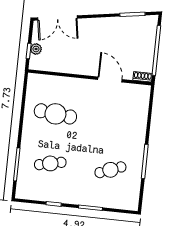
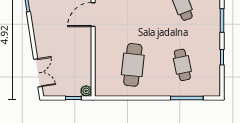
double door: (57, 18) -> (38, 73), width x0.73
plant: (36, 49) -> (86, 91), moved

